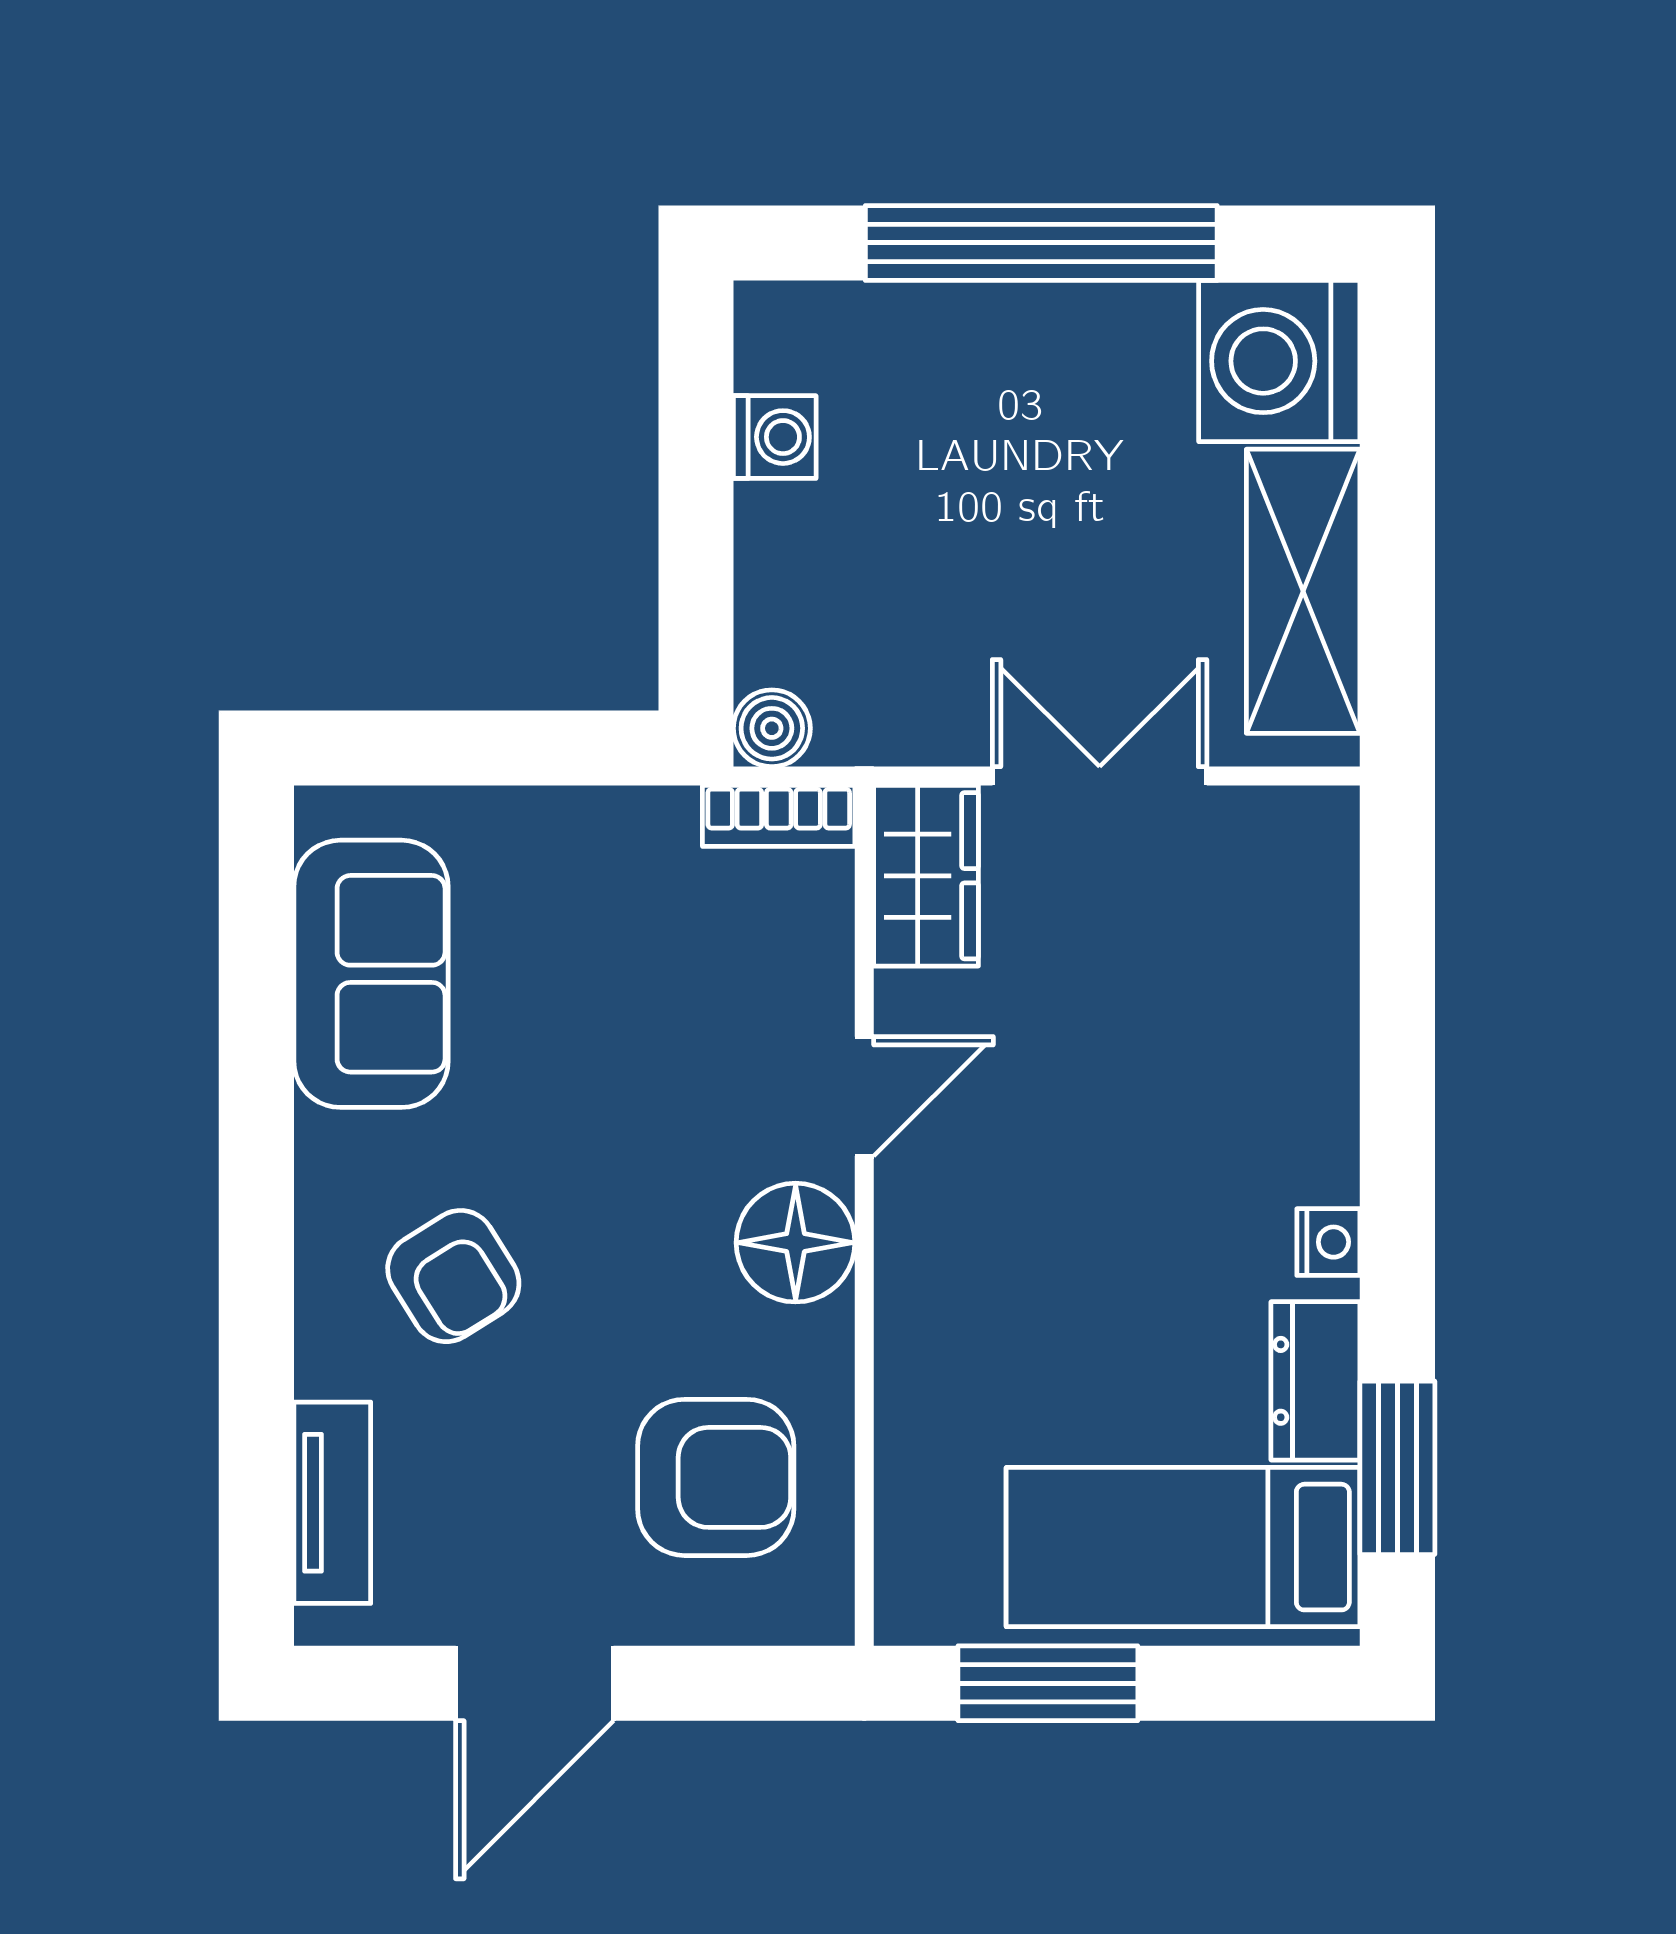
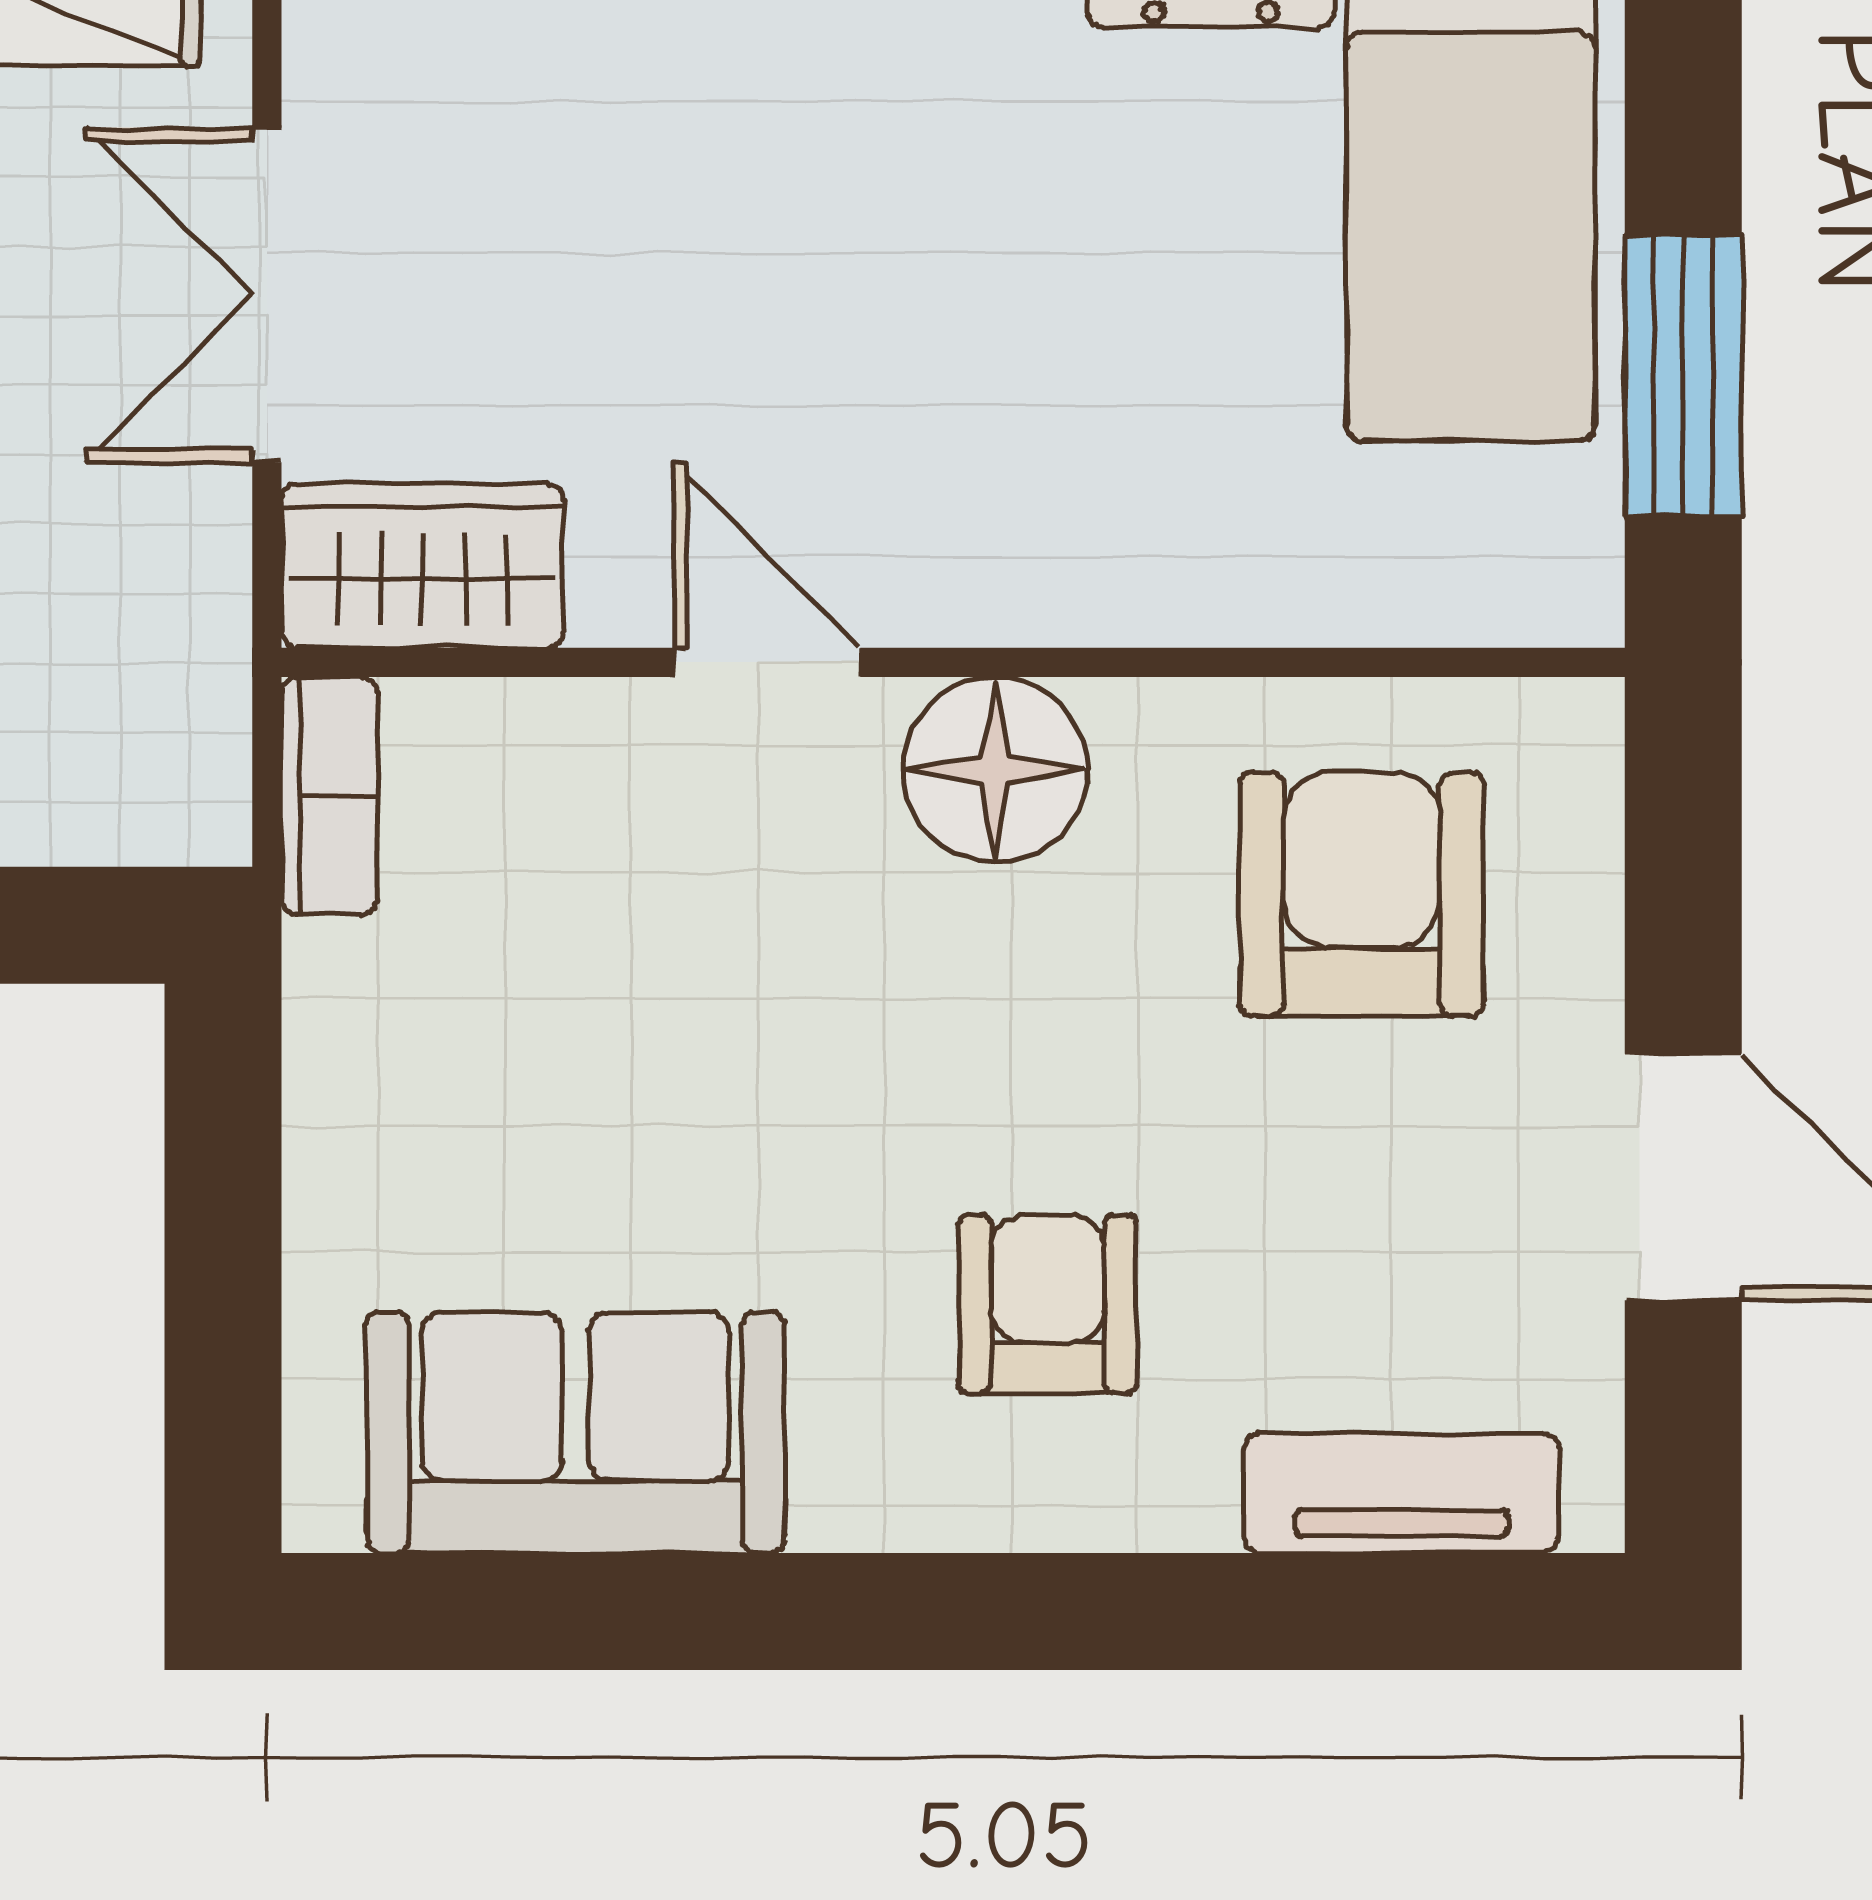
boiler: (772, 728) -> (192, 807), removed
armchair: (453, 1276) -> (1048, 1304), turned -58

